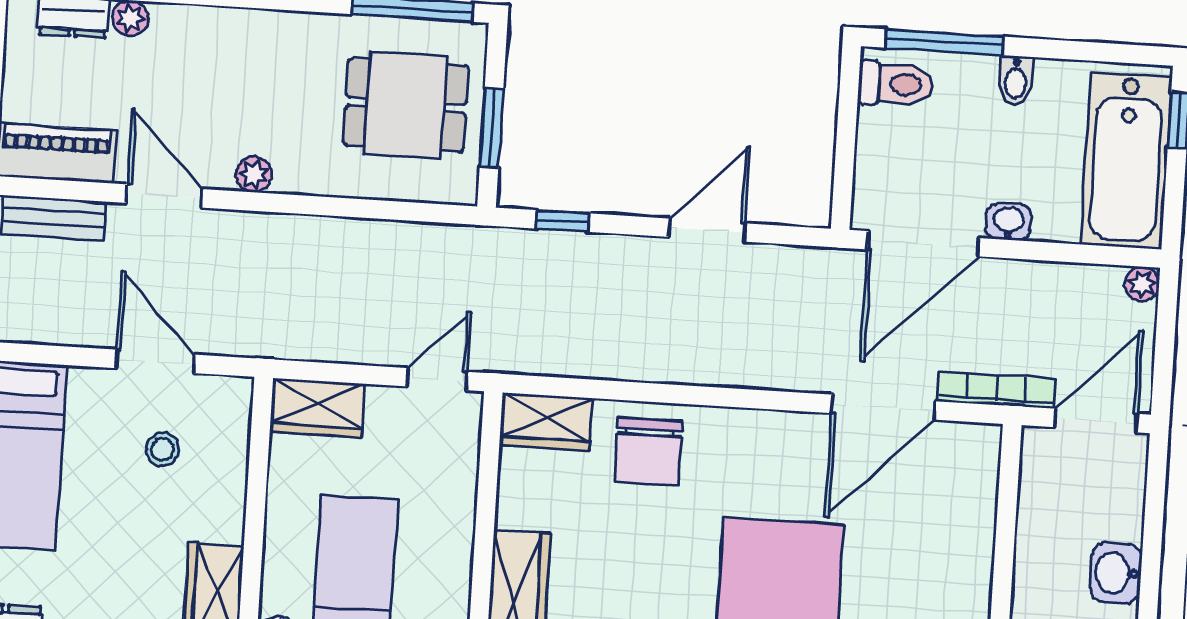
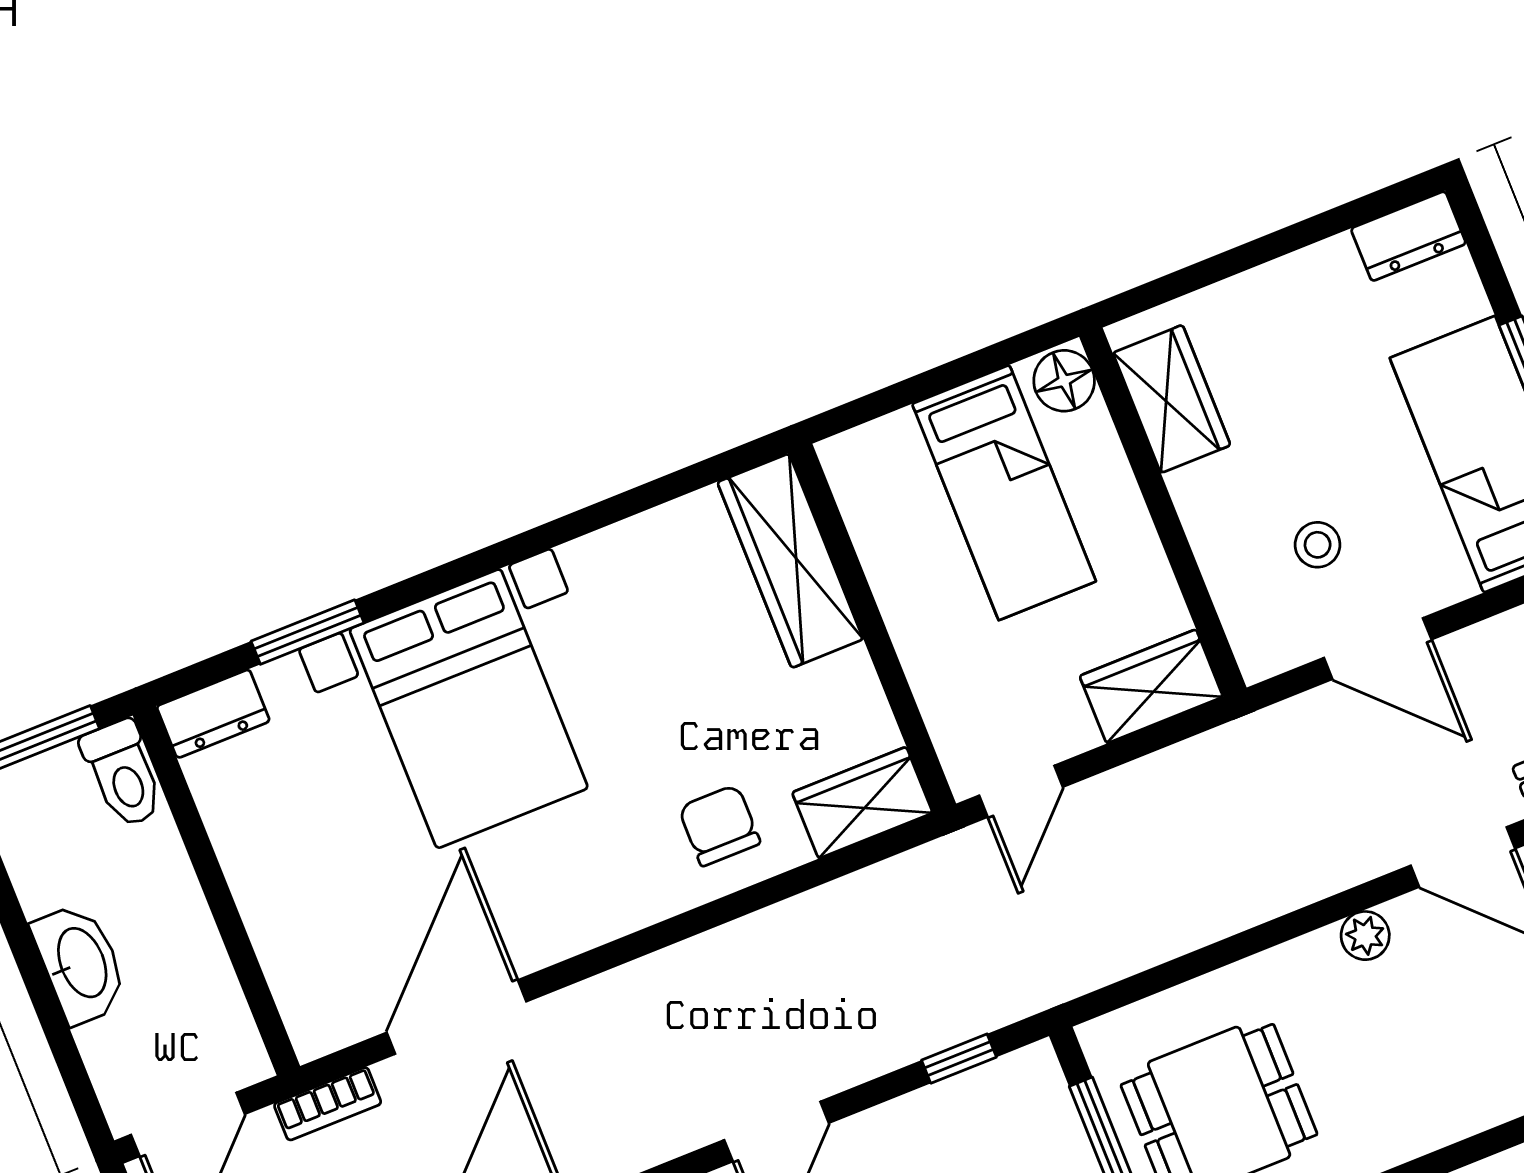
bookcase: (996, 390) -> (328, 1104), width x0.64
chair: (648, 452) -> (719, 825), width x0.73, depth x0.73
washbasin: (1116, 573) -> (80, 963), width x1.38

